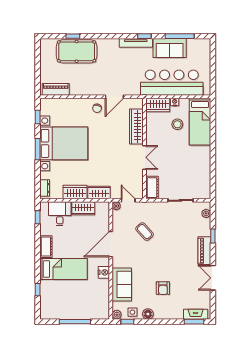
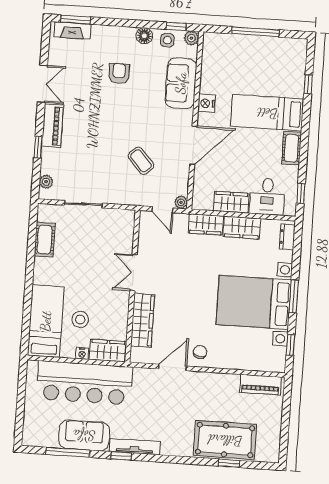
cot: (152, 188) -> (45, 240), moved

